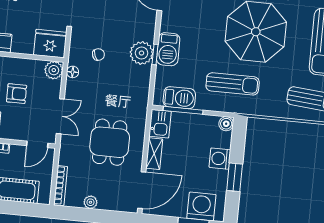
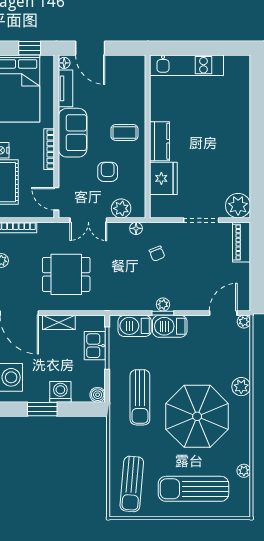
fridge: (50, 44) -> (163, 178), moved
plant: (142, 53) -> (163, 304), width x0.53, depth x0.53
plant: (54, 70) -> (121, 208), moved
armchair: (17, 94) -> (108, 172), turned 180
barbecue: (179, 98) -> (135, 326), moved, turned 90
kitchen sink: (160, 124) -> (95, 346), moved, turned 90

